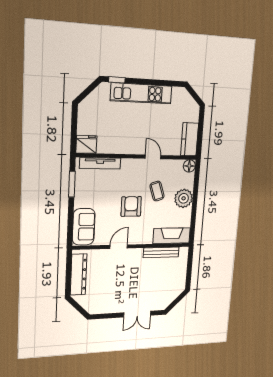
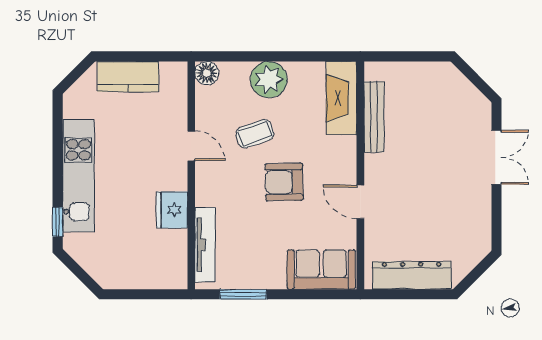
kitchen counter: (190, 139) -> (128, 77), moved
fridge: (86, 144) -> (172, 210), moved
door: (153, 157) -> (191, 146), swing flipped

